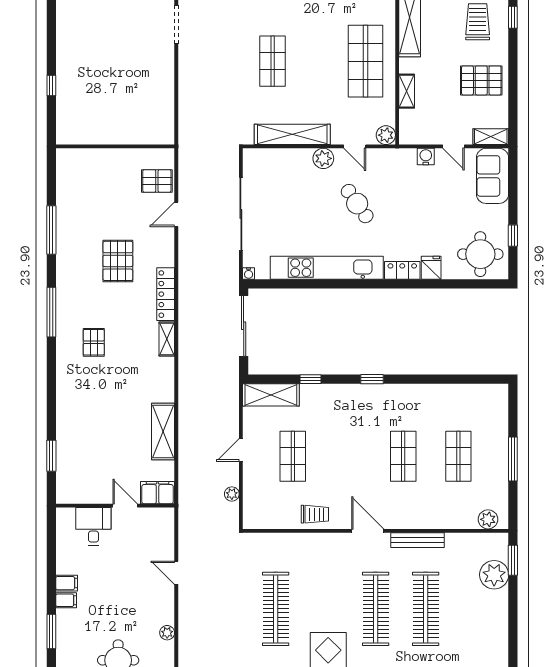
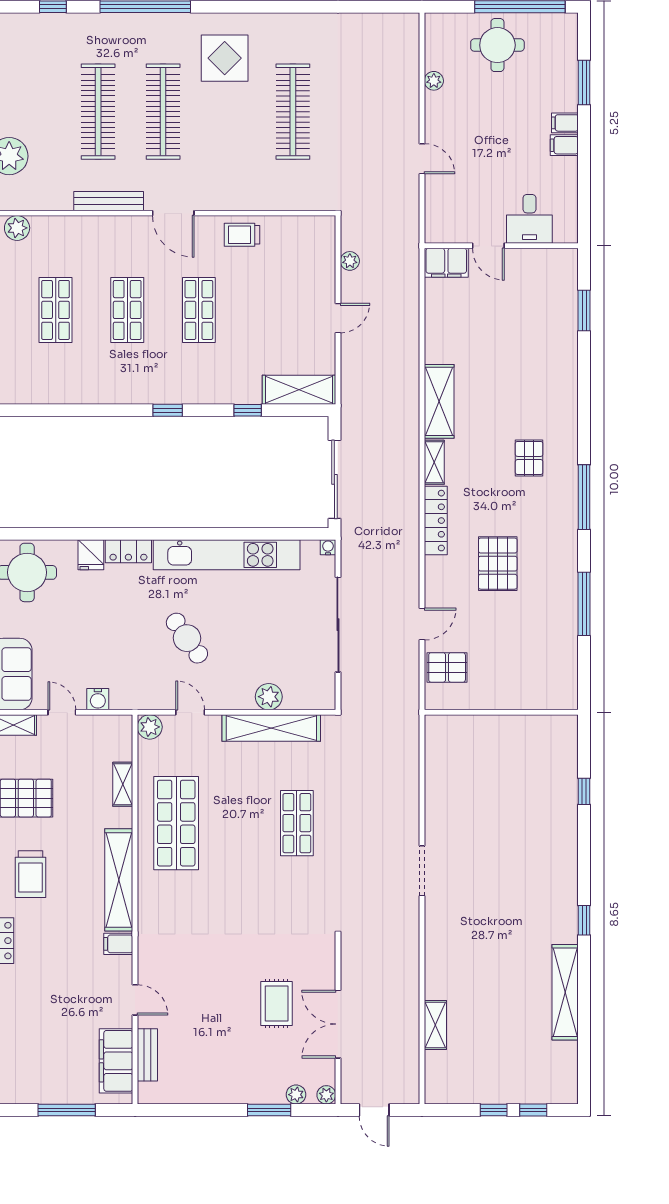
plant: (323, 158) -> (269, 697), moved
shelving: (163, 431) -> (439, 401), moved
shop shelf: (293, 456) -> (199, 310), moved

